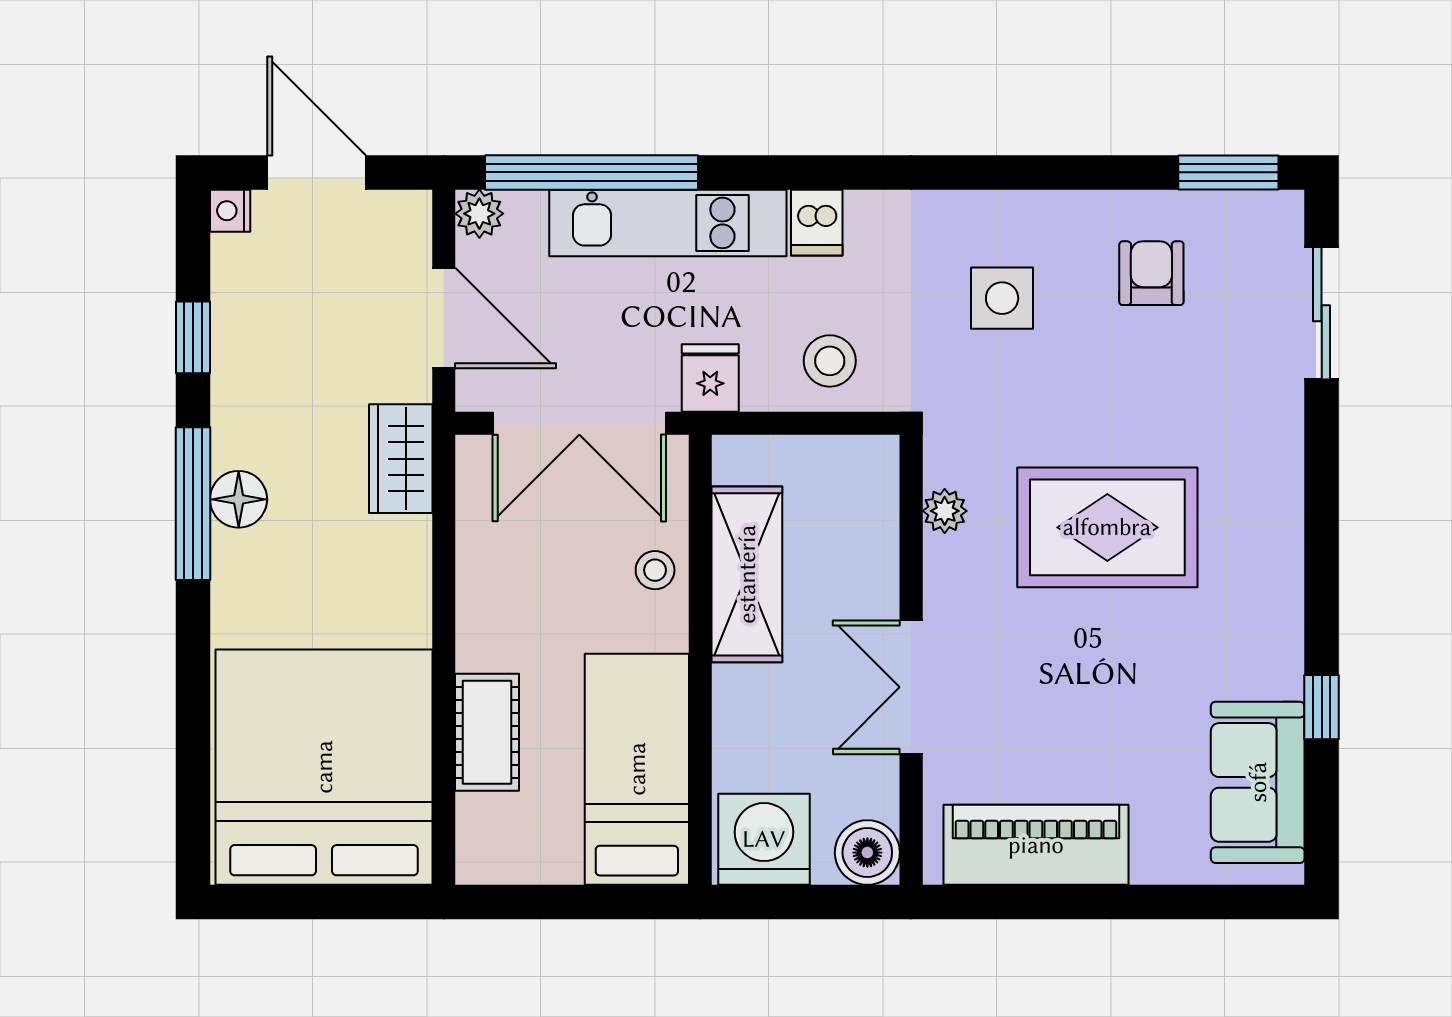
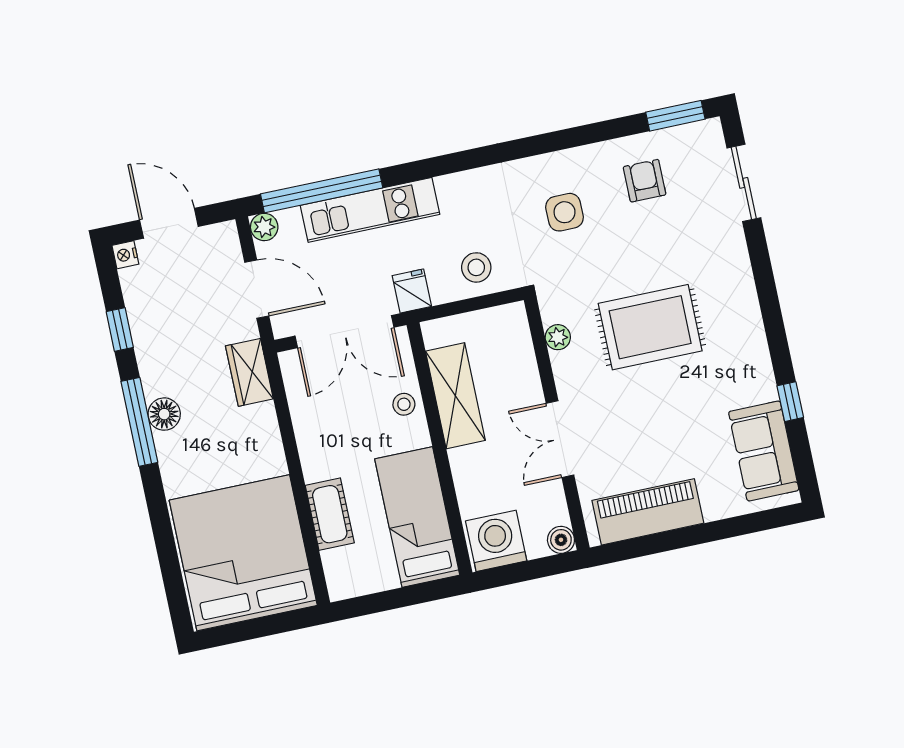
dishwasher: (817, 223) -> (453, 192), removed
boiler: (867, 853) -> (561, 540), width x0.73, depth x0.73

